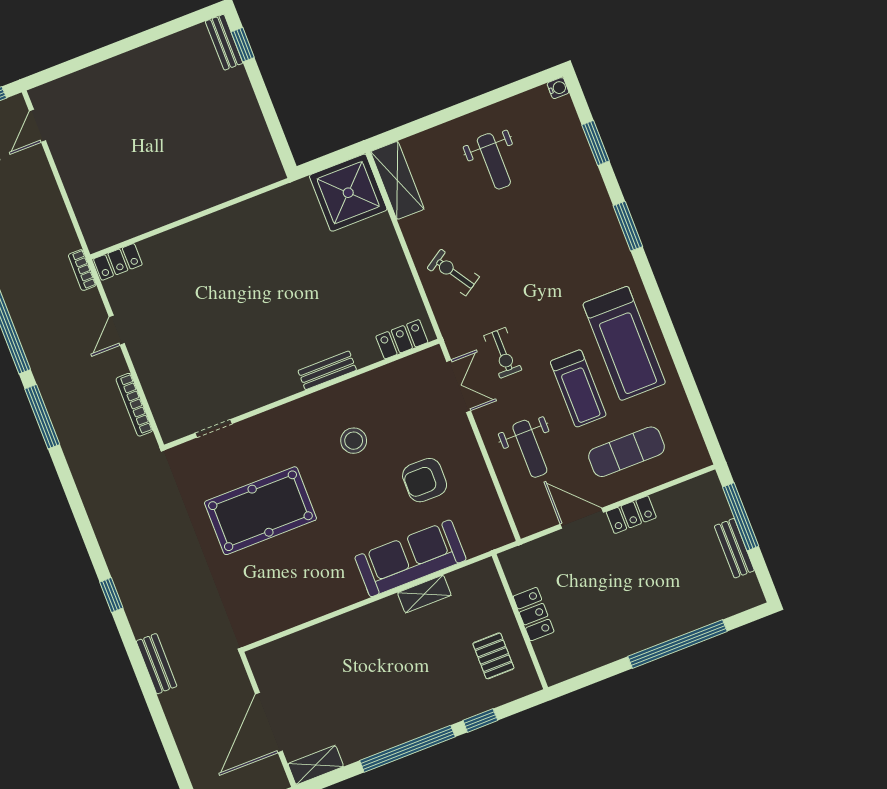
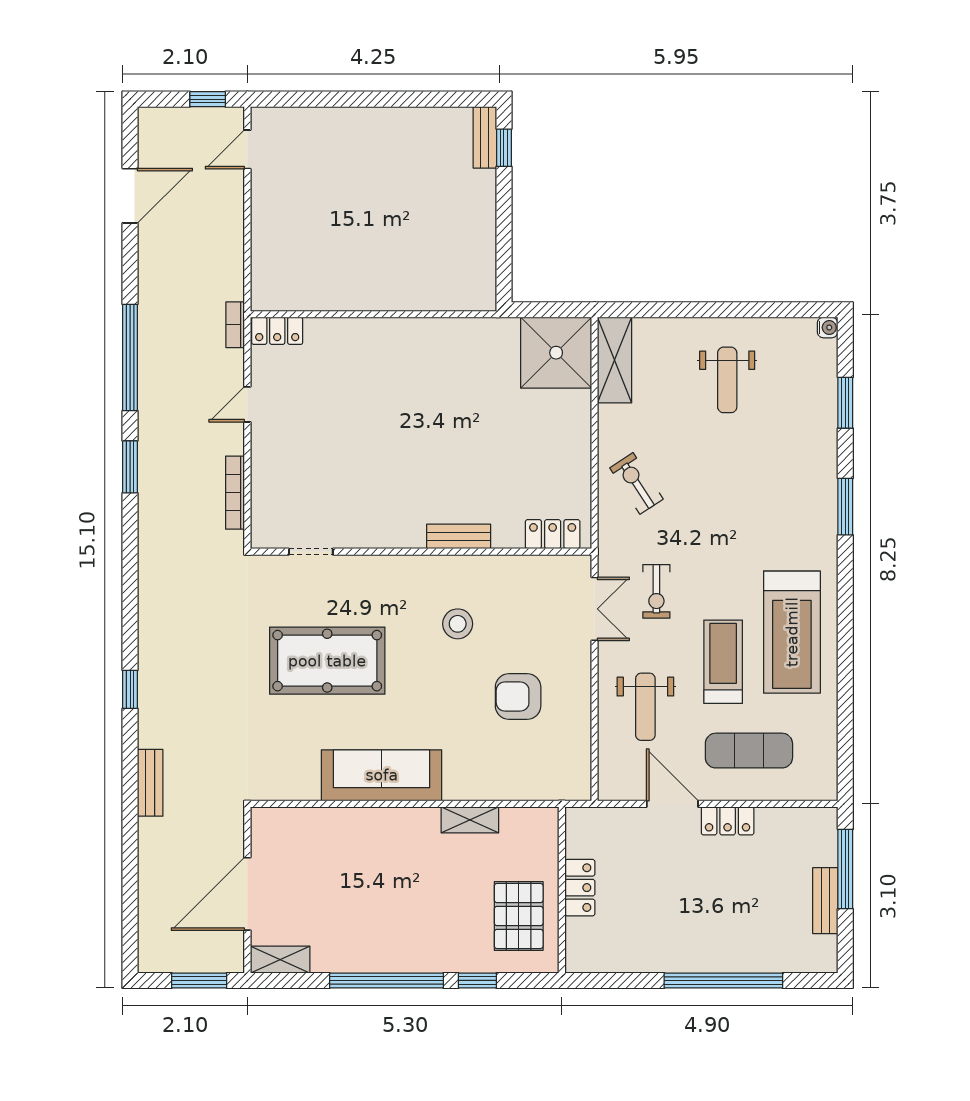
treadmill: (578, 388) -> (723, 662), turned 180
window: (42, 417) -> (130, 467), width x0.69
sofa: (410, 558) -> (382, 775), moved
pallet: (493, 656) -> (519, 916), width x1.50, depth x1.42

